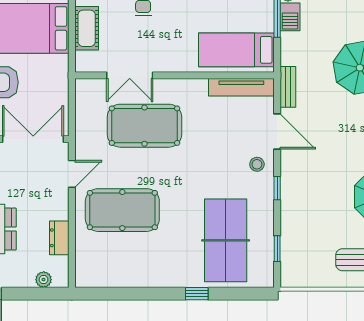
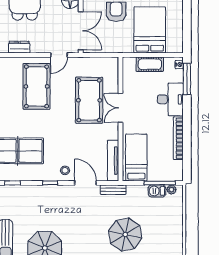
double door: (130, 75) -> (120, 108), moved
door: (277, 131) -> (85, 183), swing flipped
door: (72, 174) -> (59, 55), hinge flipped

